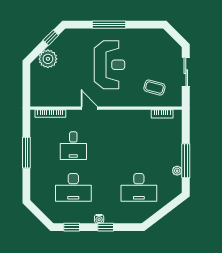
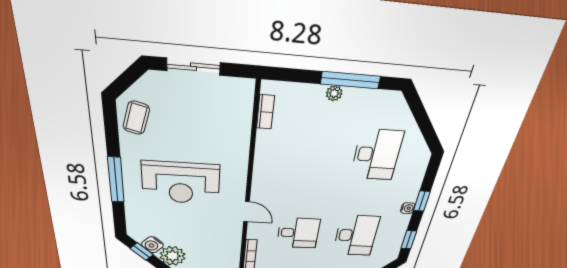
water cooler: (57, 45) -> (152, 245), added
reception desk: (109, 65) -> (181, 183), turned 180
coffee table: (154, 88) -> (136, 118), moved
door: (89, 108) -> (246, 212), swing flipped
plant: (177, 171) -> (334, 93), moved

